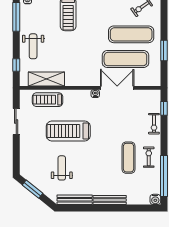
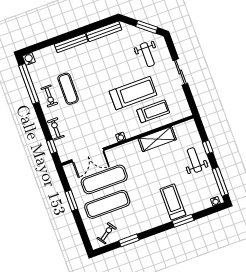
window: (16, 65) -> (208, 147), moved
shelving: (46, 79) -> (157, 139), moved
double door: (117, 88) -> (88, 155), moved
treadmill: (48, 100) -> (153, 111), moved
sliding door: (16, 122) -> (180, 72), moved
weight bench: (62, 168) -> (147, 55), moved

